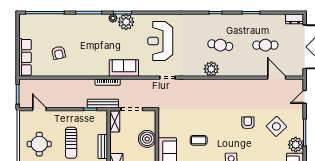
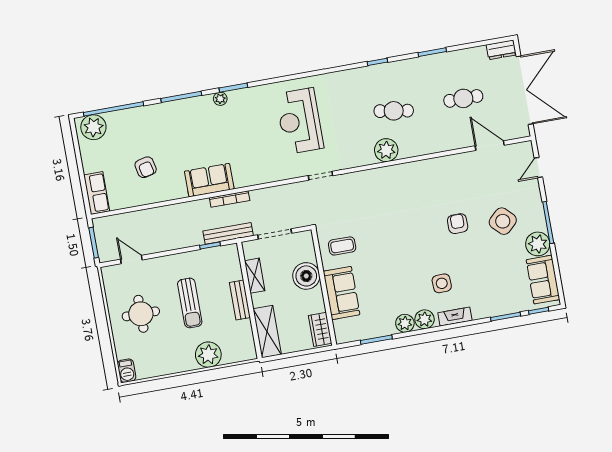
plant: (126, 22) -> (93, 127), moved
row of seats: (25, 57) -> (97, 193), width x0.68
sofa: (124, 68) -> (209, 180), moved
shelving: (115, 121) -> (255, 276), moved
coffee table: (199, 140) -> (342, 246), moved

